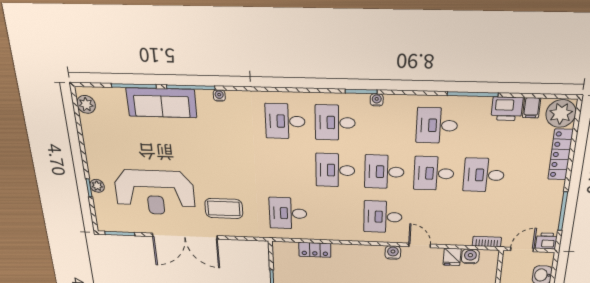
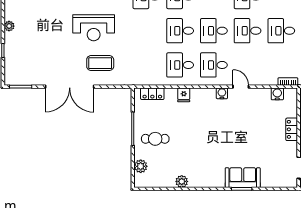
plant: (97, 186) -> (9, 26), moved
reception desk: (155, 192) -> (94, 28), moved, width x0.74, depth x0.77
desk: (288, 213) -> (180, 65), moved
locker: (315, 250) -> (152, 94), moved
fridge: (452, 257) -> (184, 95), moved

